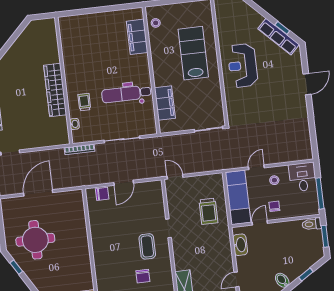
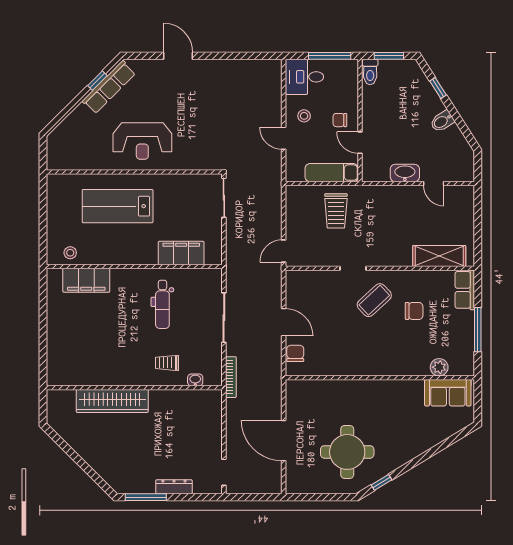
wardrobe: (55, 90) -> (112, 401), moved
dental chair: (126, 94) -> (162, 304), width x0.73, depth x0.72
exam couch: (238, 198) -> (332, 173), width x0.73, depth x0.69
trolley: (208, 211) -> (336, 211), turned 90
washbasin: (240, 245) -> (405, 173), moved
coffee table: (147, 246) -> (374, 300), turned -43

